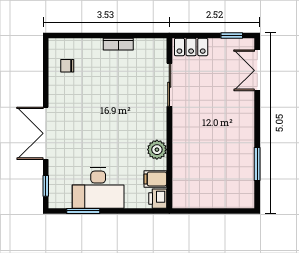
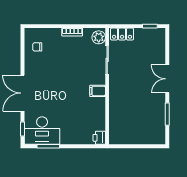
double door: (257, 70) -> (167, 79), moved
plant: (157, 150) -> (99, 37), moved
filing cabinet: (155, 179) -> (98, 91), moved
desk: (98, 188) -> (42, 131), moved

